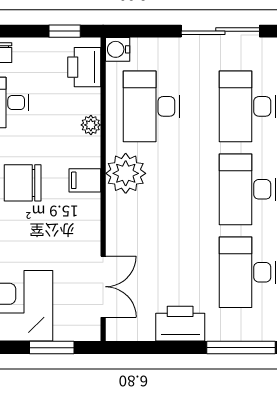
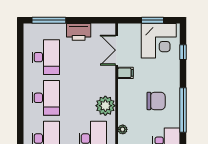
filing cabinet: (85, 180) -> (126, 73), moved
window: (52, 348) -> (153, 20), moved

